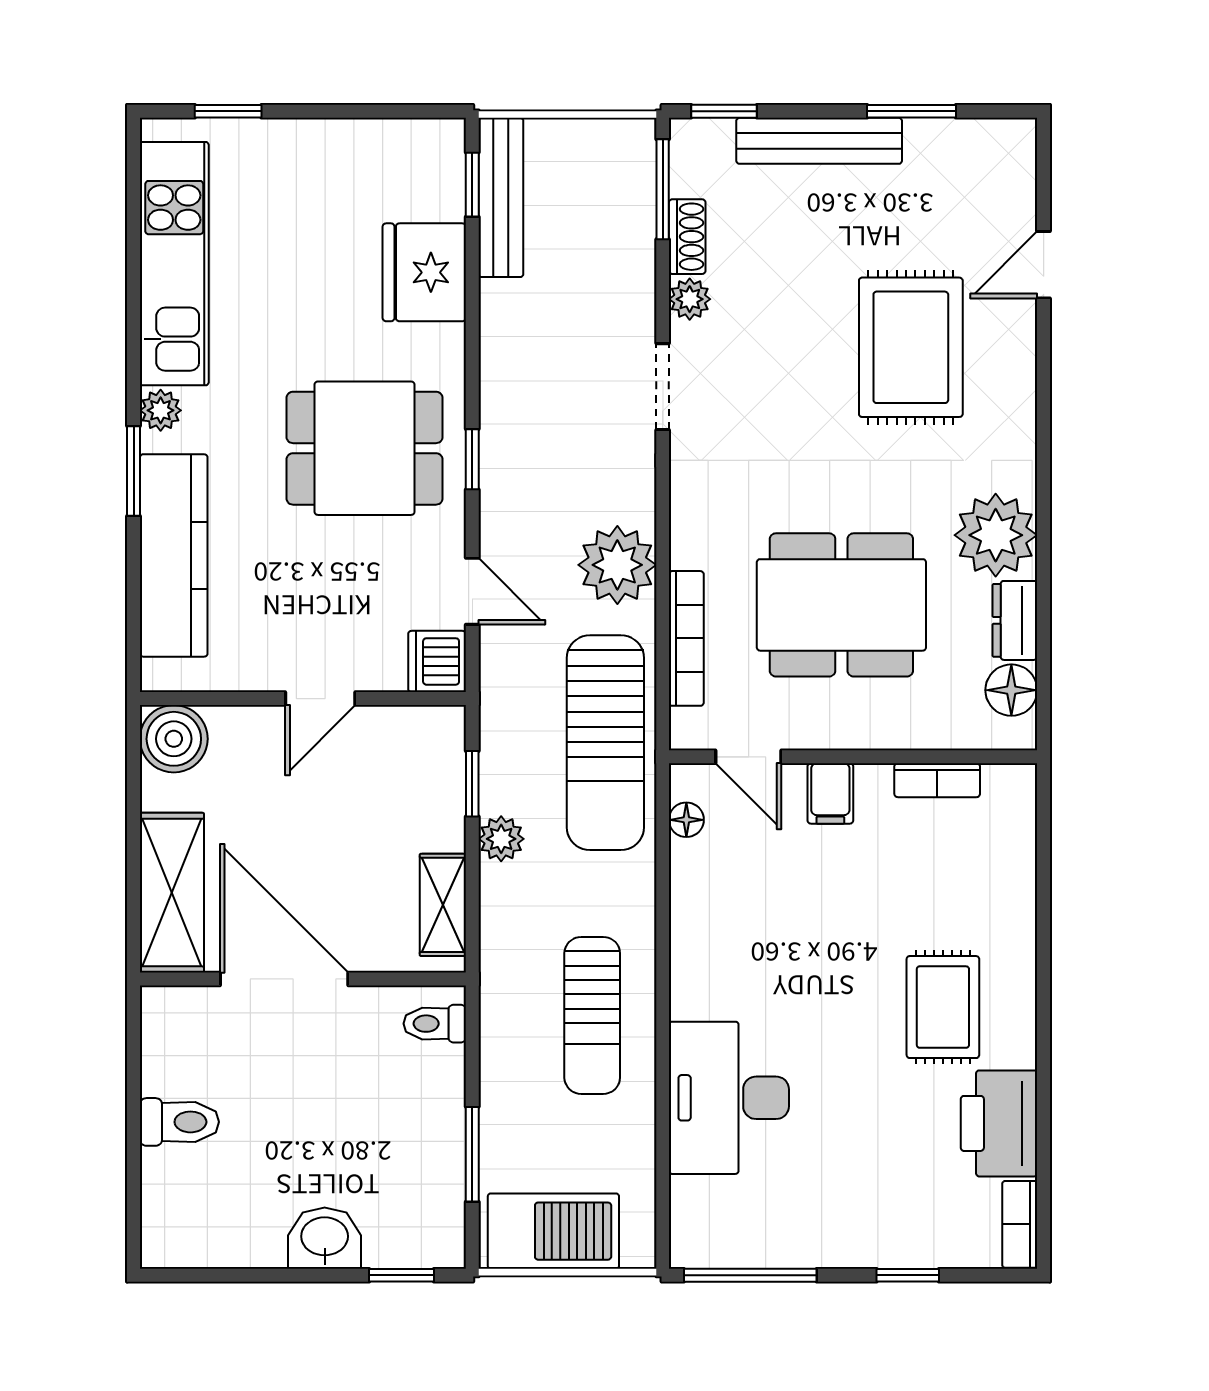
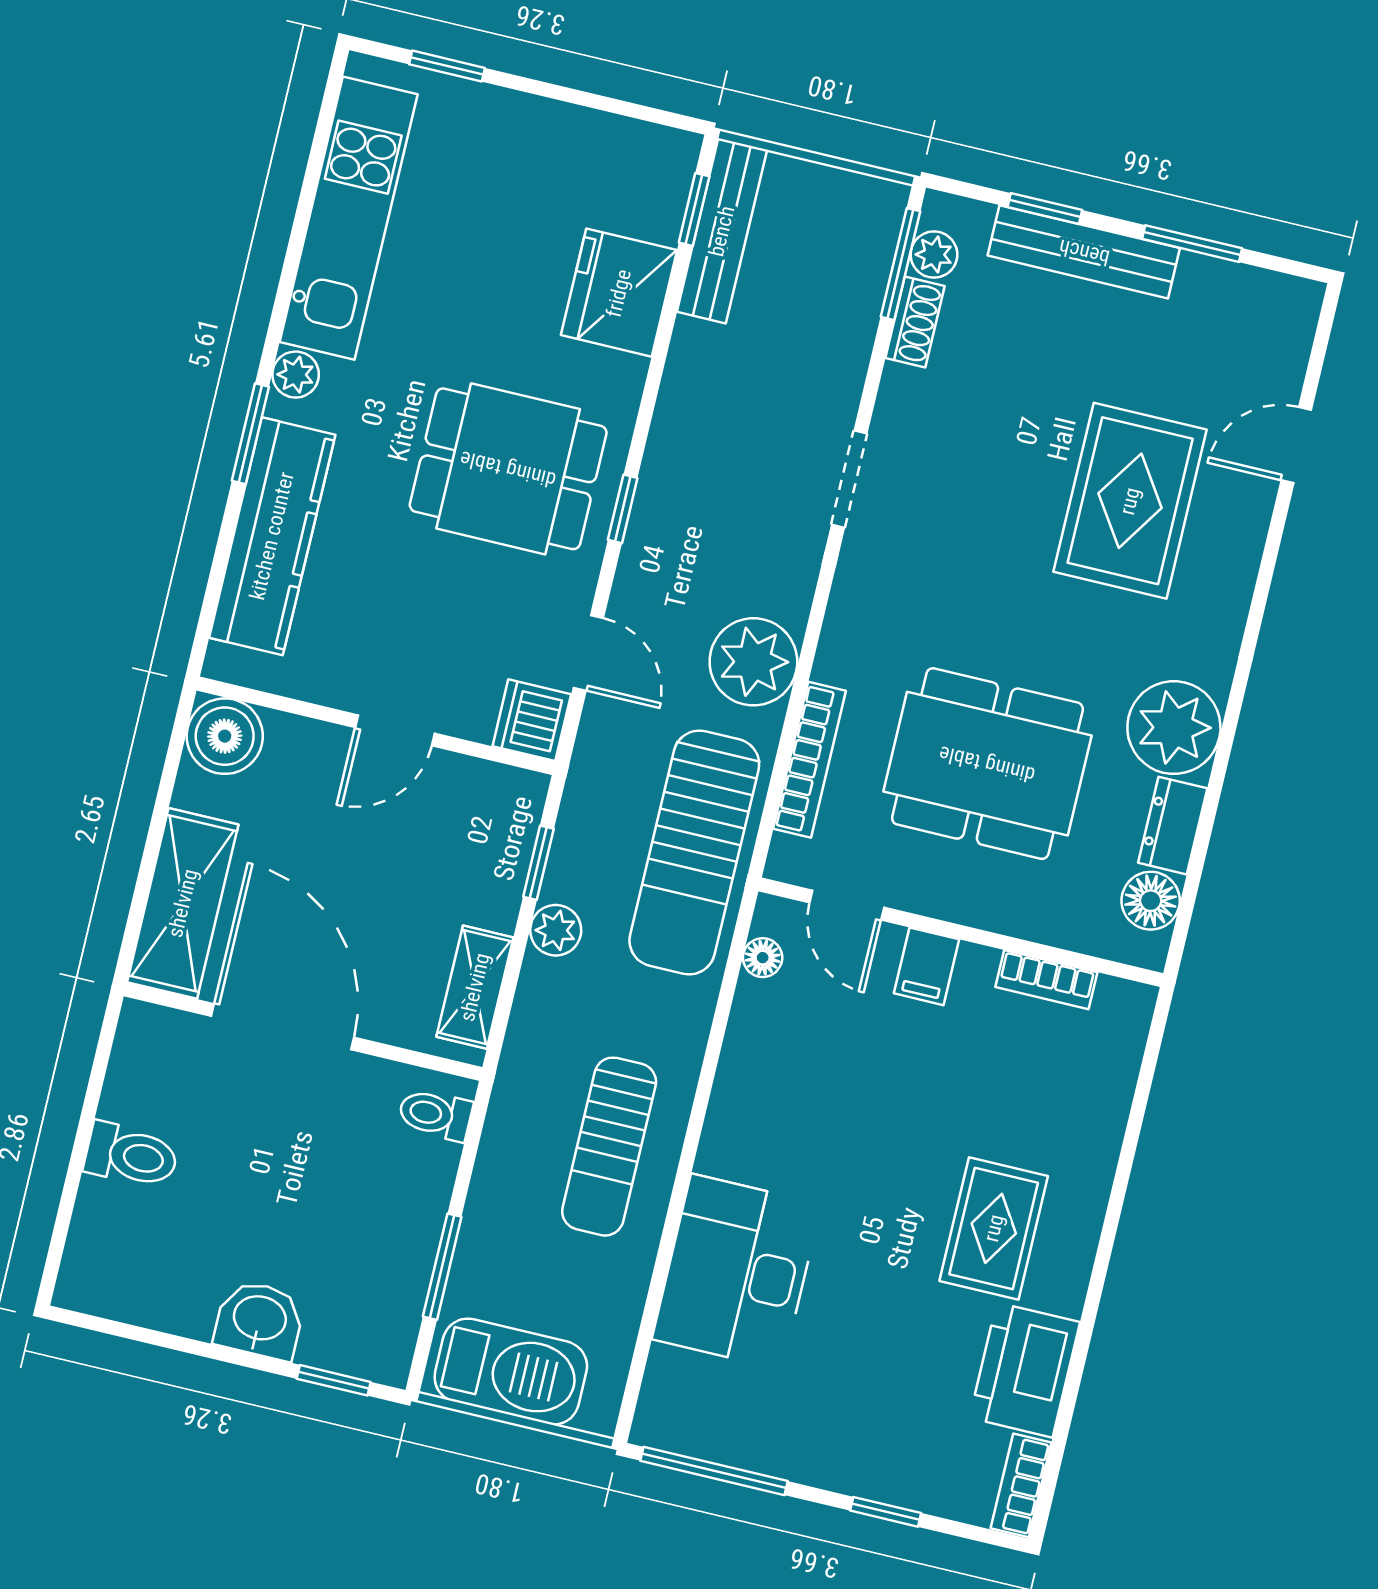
window: (724, 111) -> (1045, 208), moved
plant: (690, 299) -> (934, 255), moved

